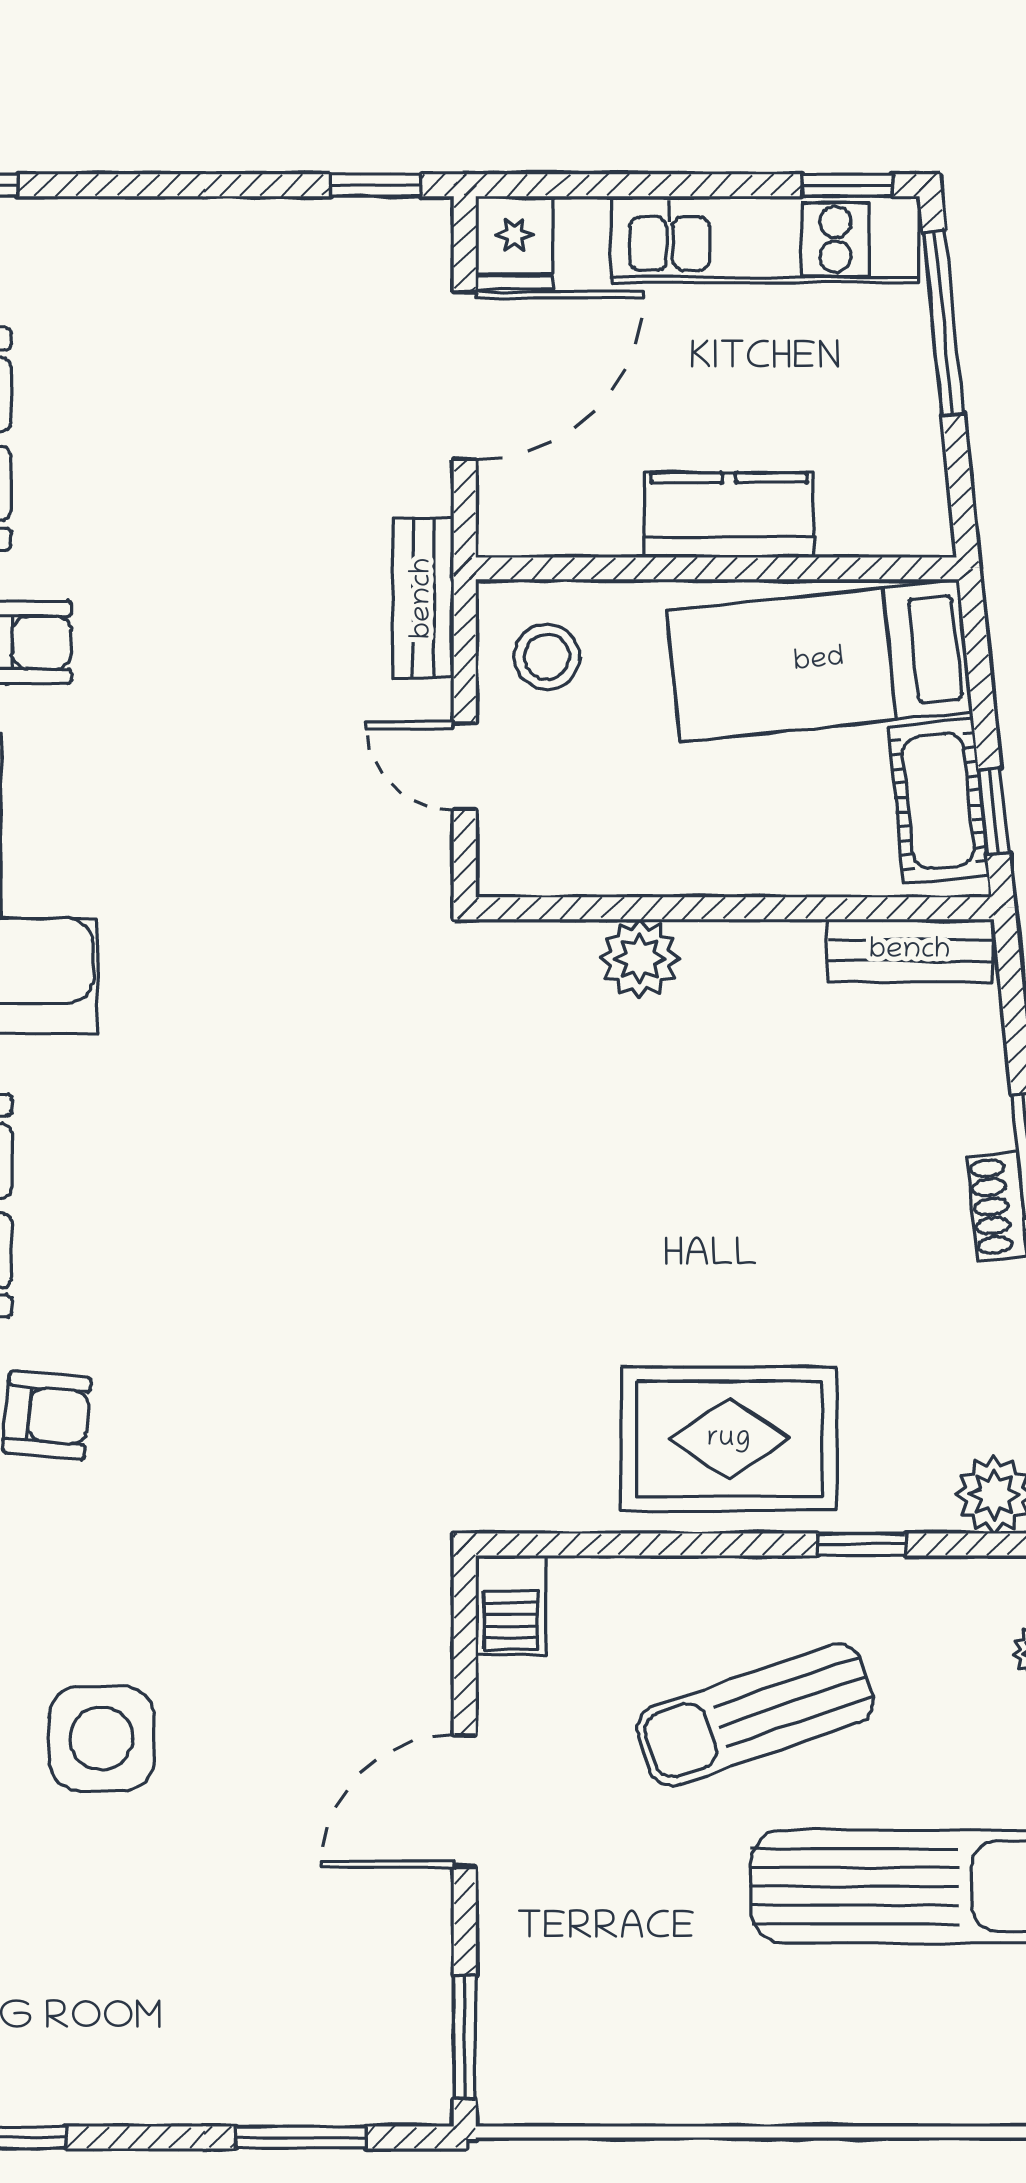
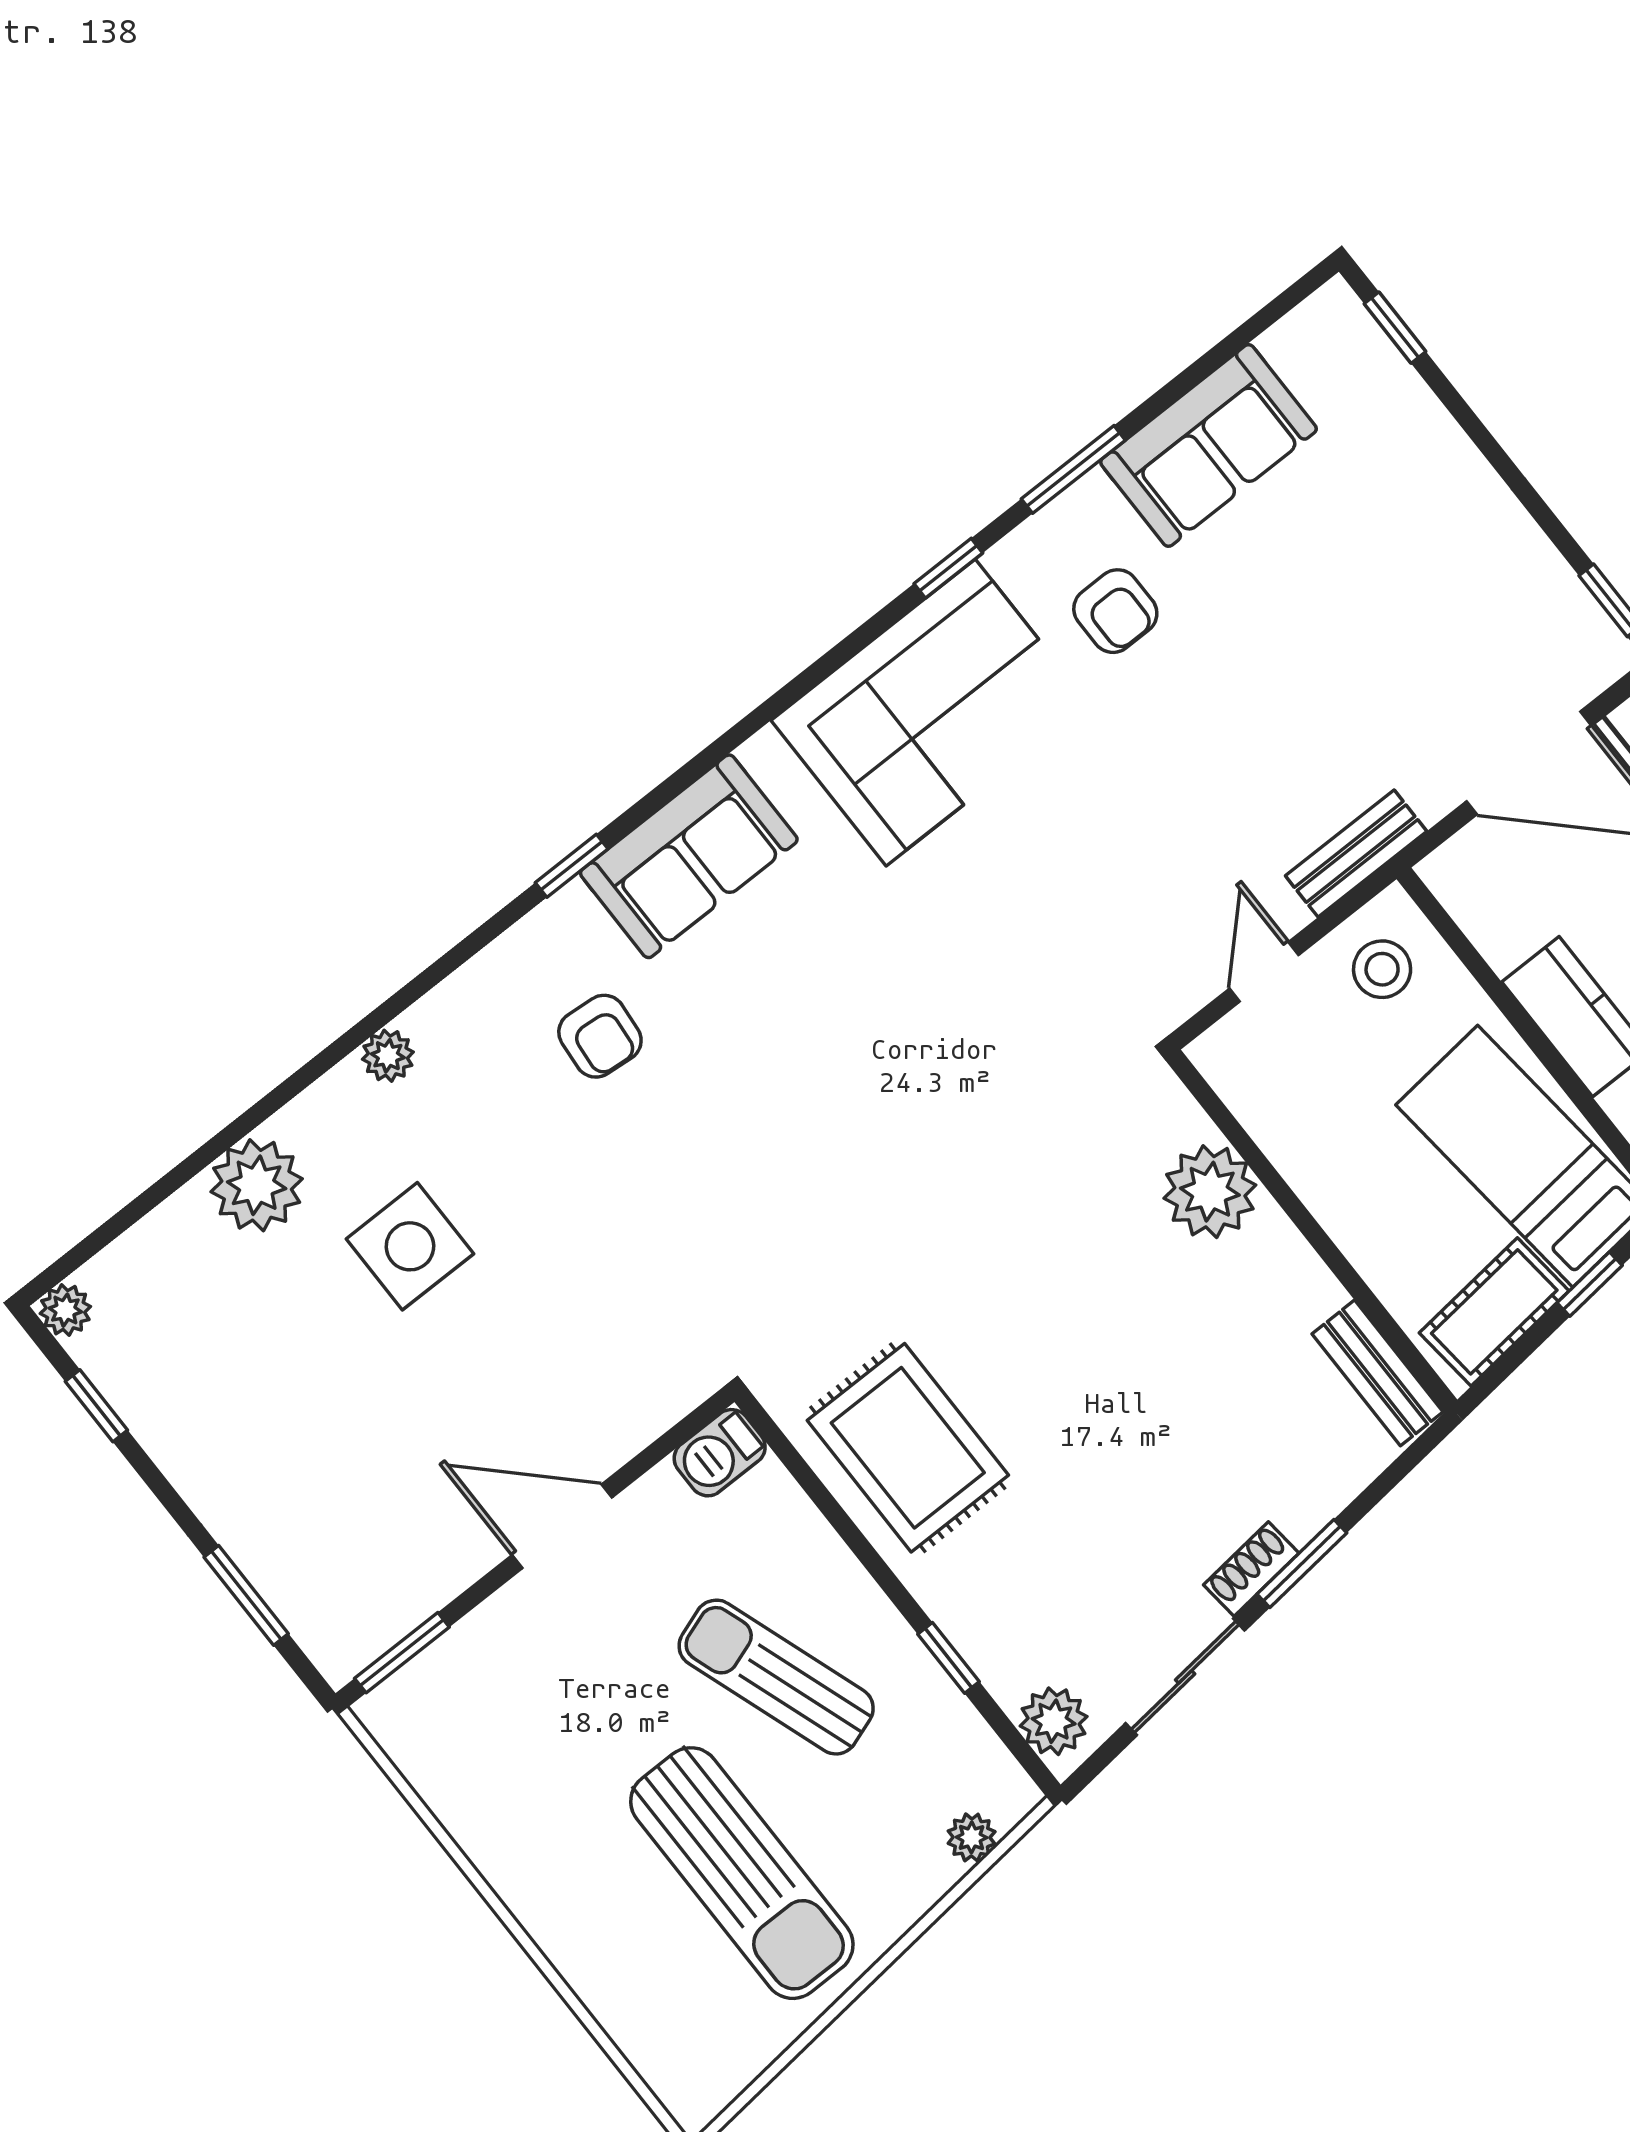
window: (994, 811) -> (1590, 1284), moved
plant: (640, 959) -> (1210, 1192), width x1.36, depth x1.36
rug: (729, 1439) -> (908, 1448), moved

